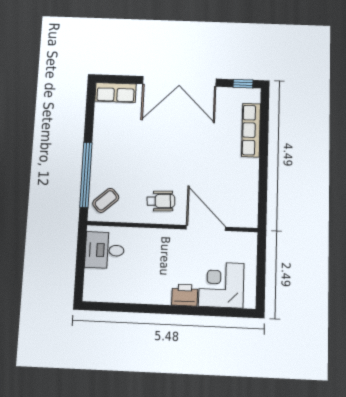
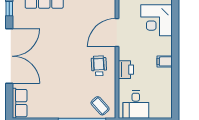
filing cabinet: (163, 294) -> (165, 61), added
printer: (185, 295) -> (126, 70), moved, turned 180

